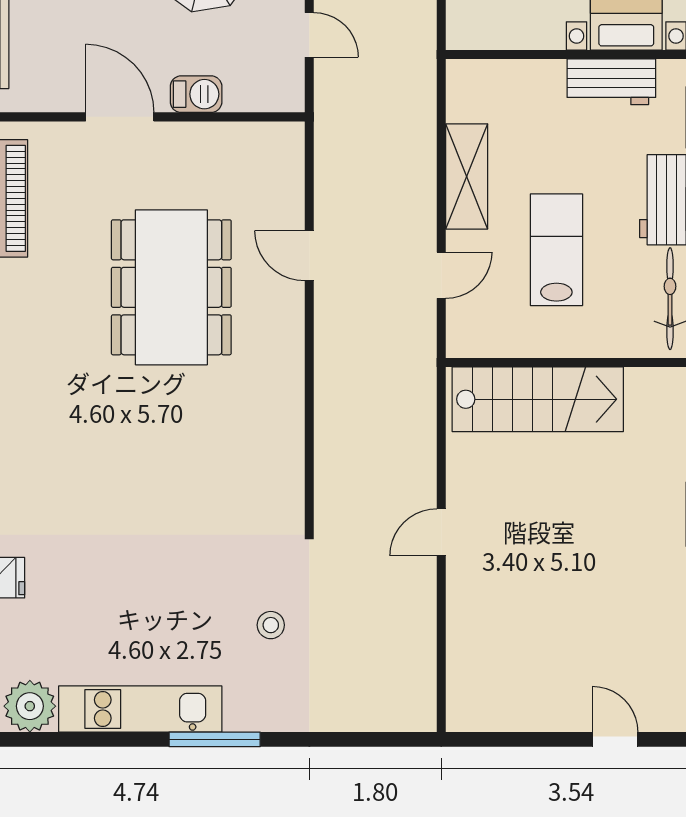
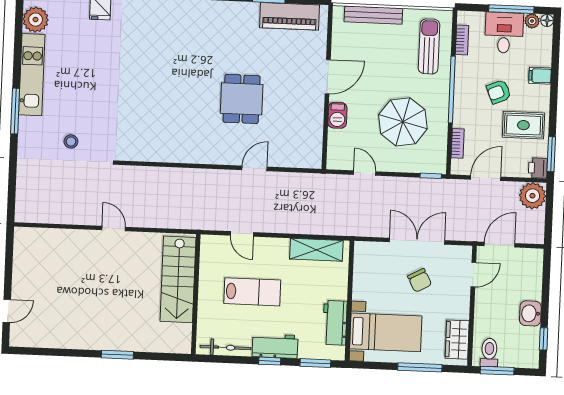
door: (309, 35) -> (365, 173), swing flipped
shelving: (467, 176) -> (316, 250), moved
dining table: (171, 287) -> (242, 99), width x0.53, depth x0.80

